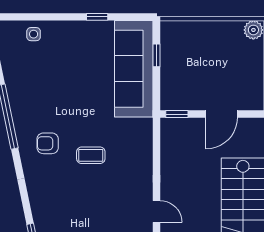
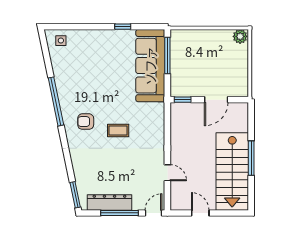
side table: (34, 34) -> (61, 41), moved
window: (157, 55) -> (167, 56), width x2.17

